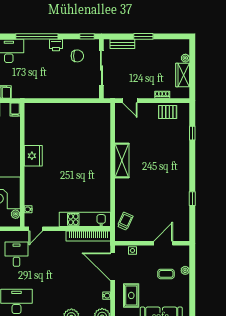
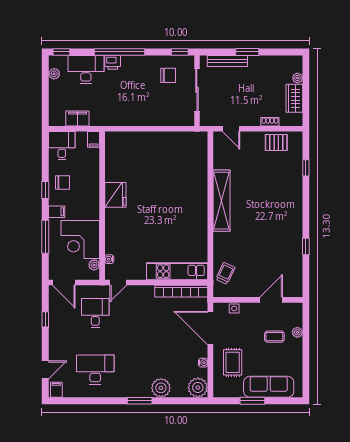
bench: (122, 44) -> (227, 61), width x1.36
printer: (56, 45) -> (113, 62), moved
shelving: (122, 160) -> (221, 201), width x1.47

